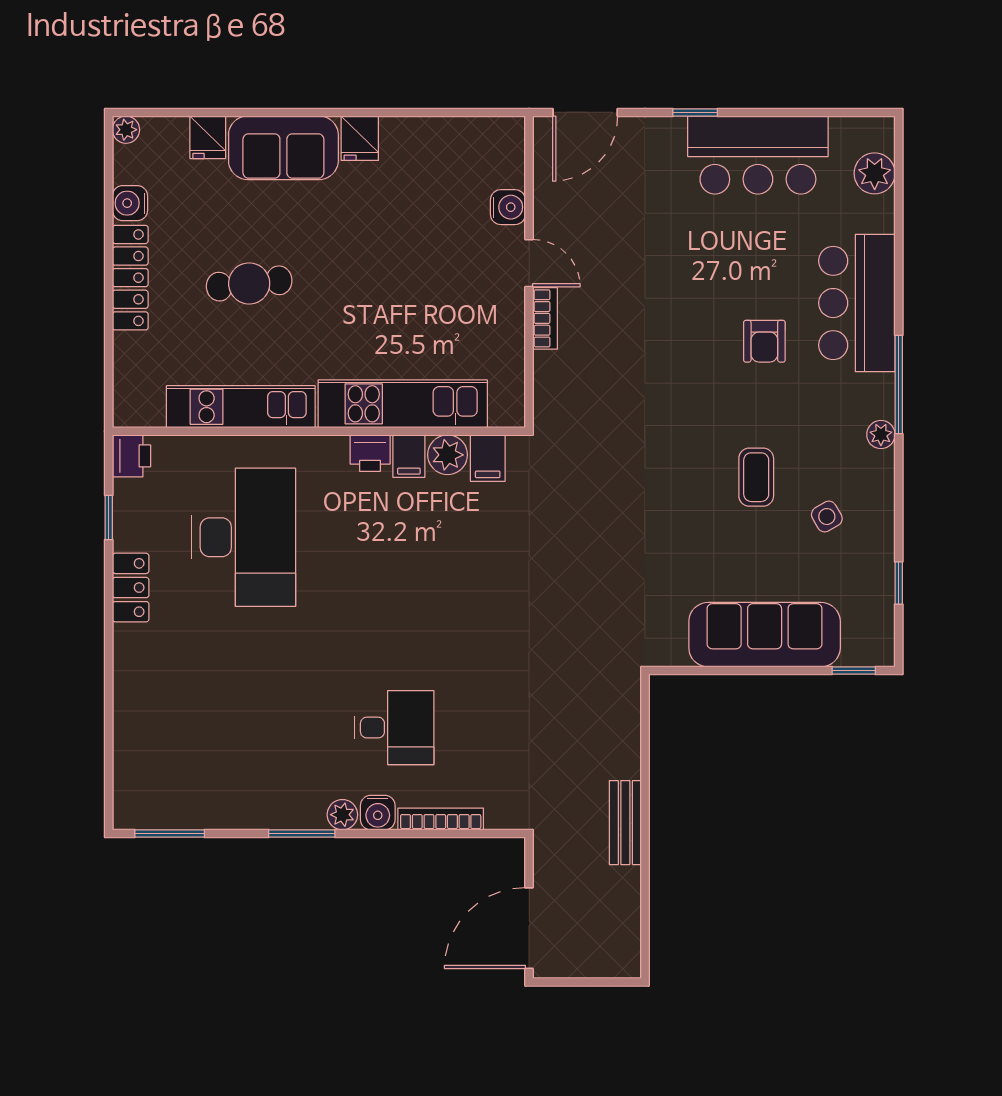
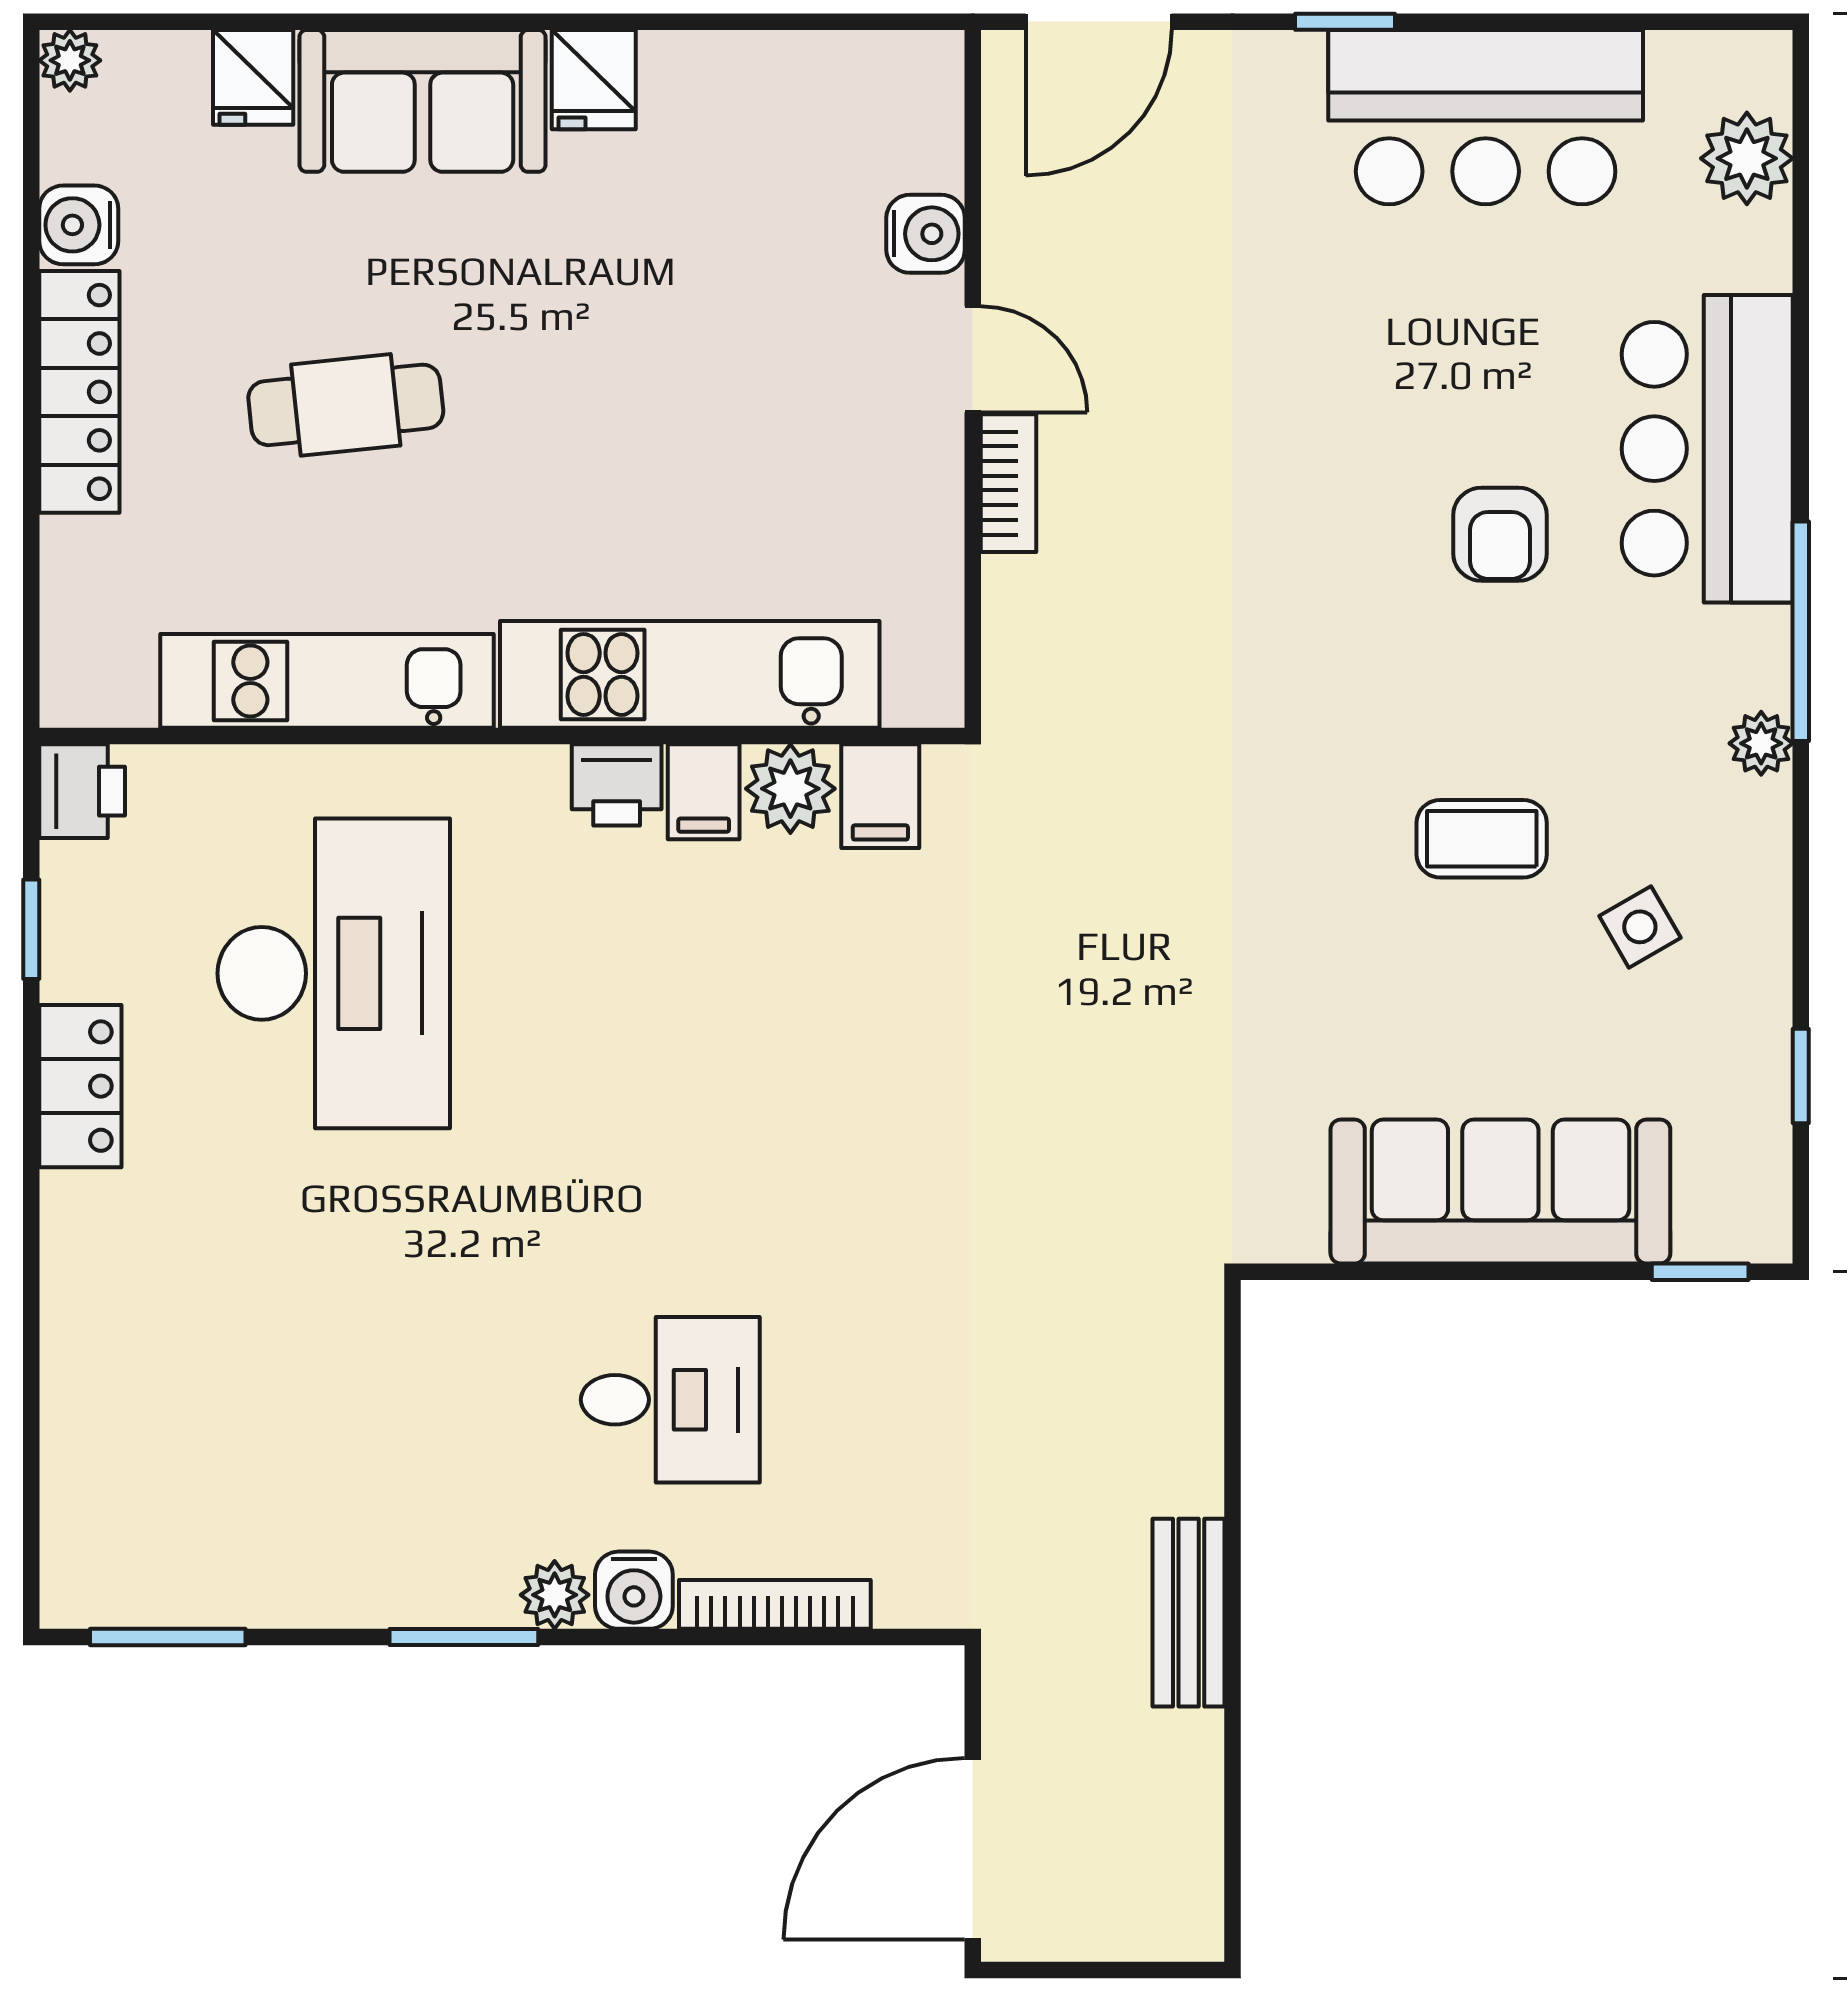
coffee table: (756, 477) -> (1482, 839), turned 90

